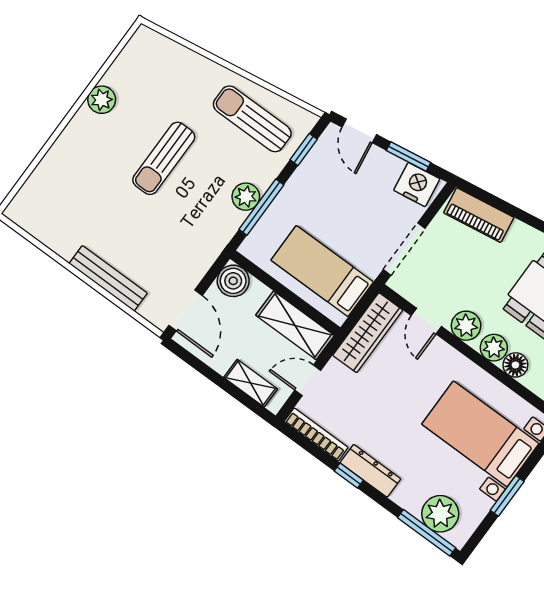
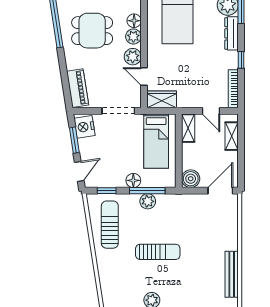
sun lounger: (252, 119) -> (110, 225), turned 180
floor lamp: (290, 198) -> (133, 180), added
bench: (108, 278) -> (232, 274), moved
door: (426, 321) -> (144, 76), swing flipped
shelving: (295, 325) -> (188, 128), width x0.67, depth x0.75
wardrobe: (368, 333) -> (162, 99), width x0.67
dresser: (370, 471) -> (232, 33), moved

